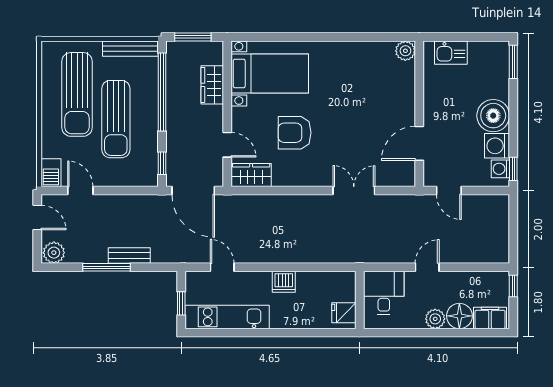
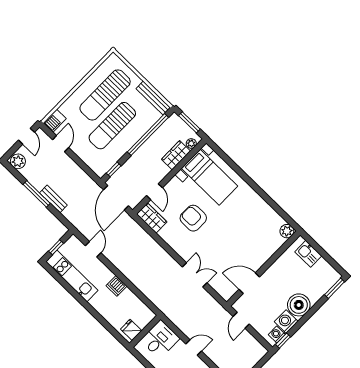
plant: (216, 57) -> (191, 143), added

